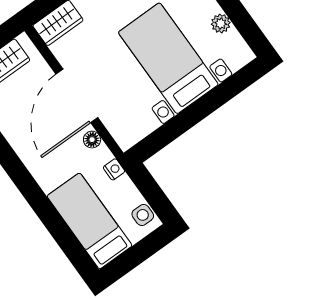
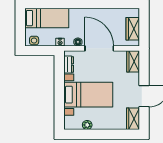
dresser: (141, 128) -> (69, 64), added

